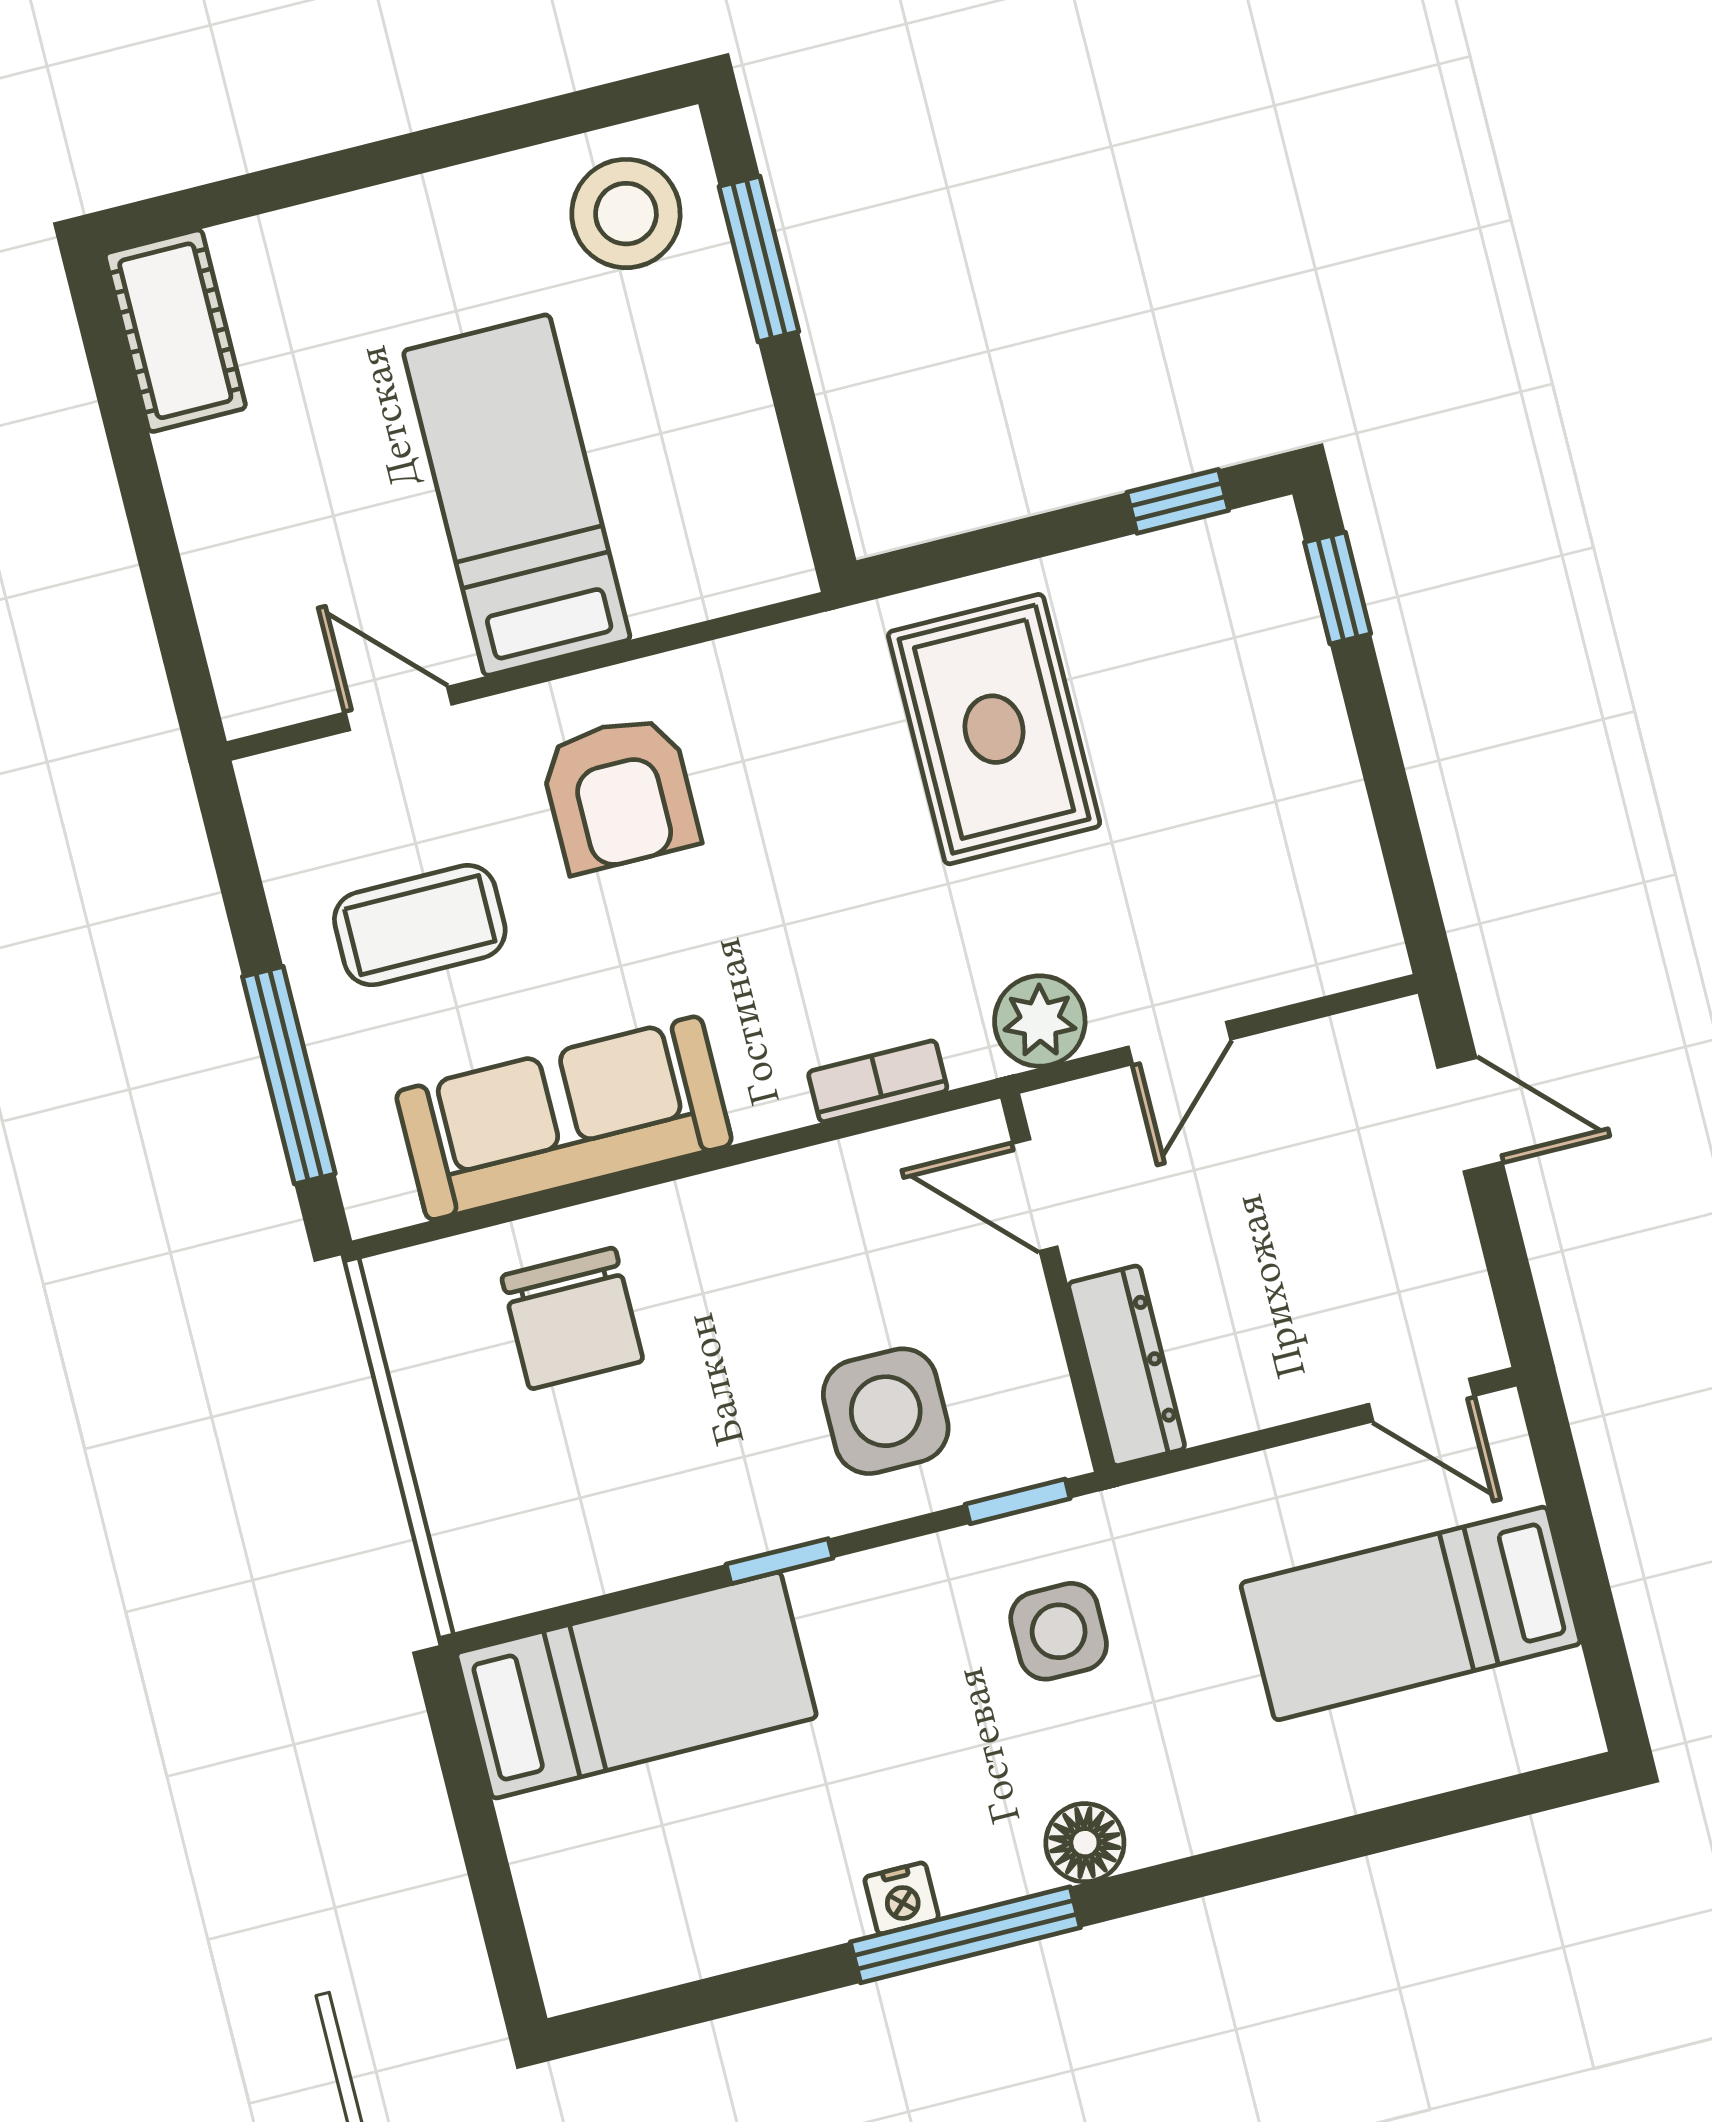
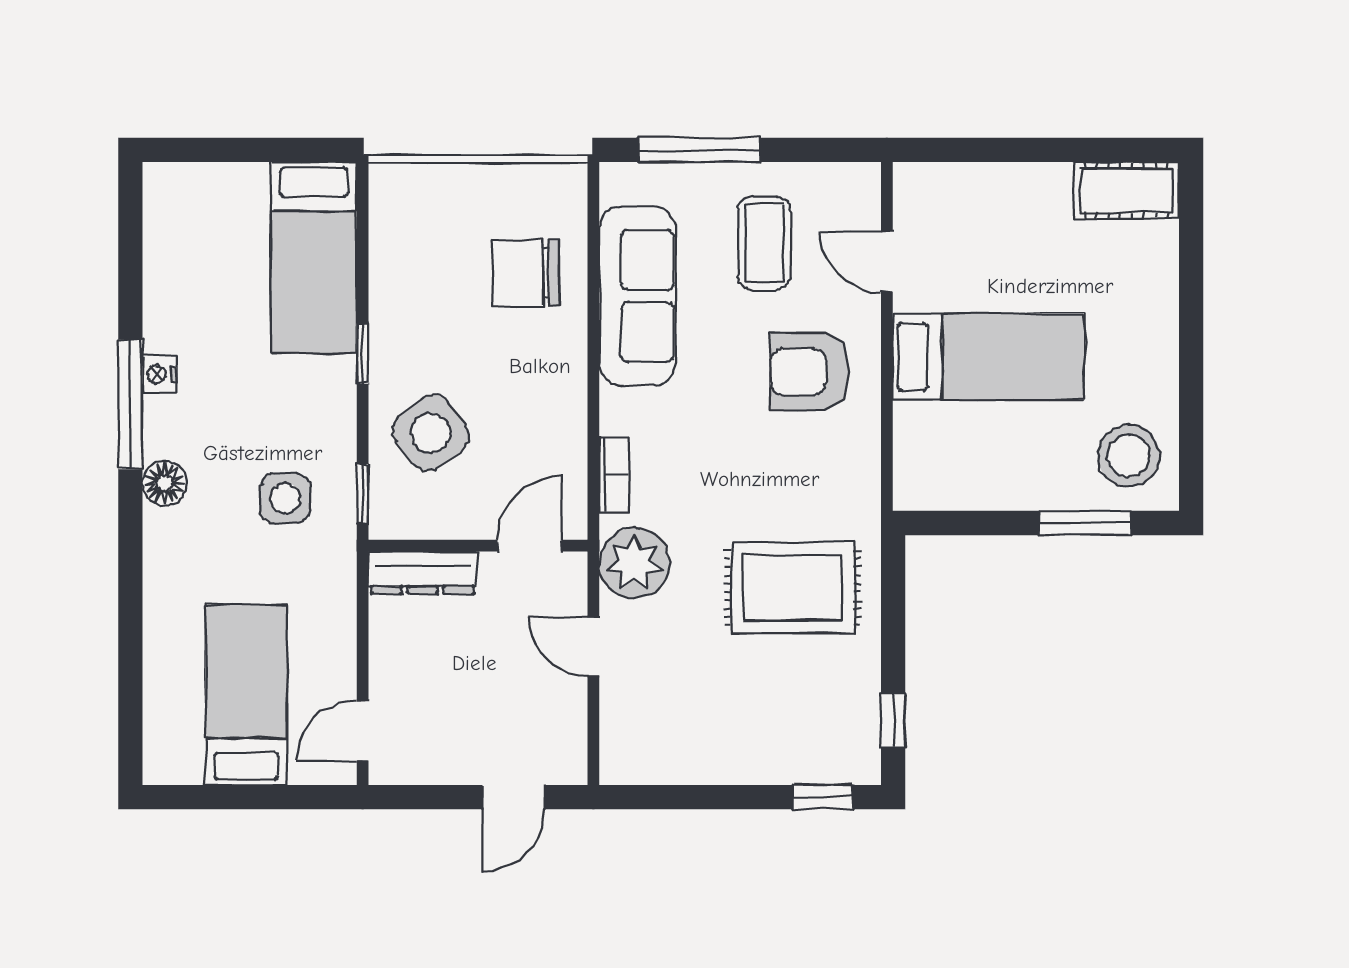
door: (398, 708) -> (887, 261), swing flipped
plant: (1040, 1021) -> (634, 563), width x1.36, depth x1.36
side table: (886, 1411) -> (431, 433), turned -37

